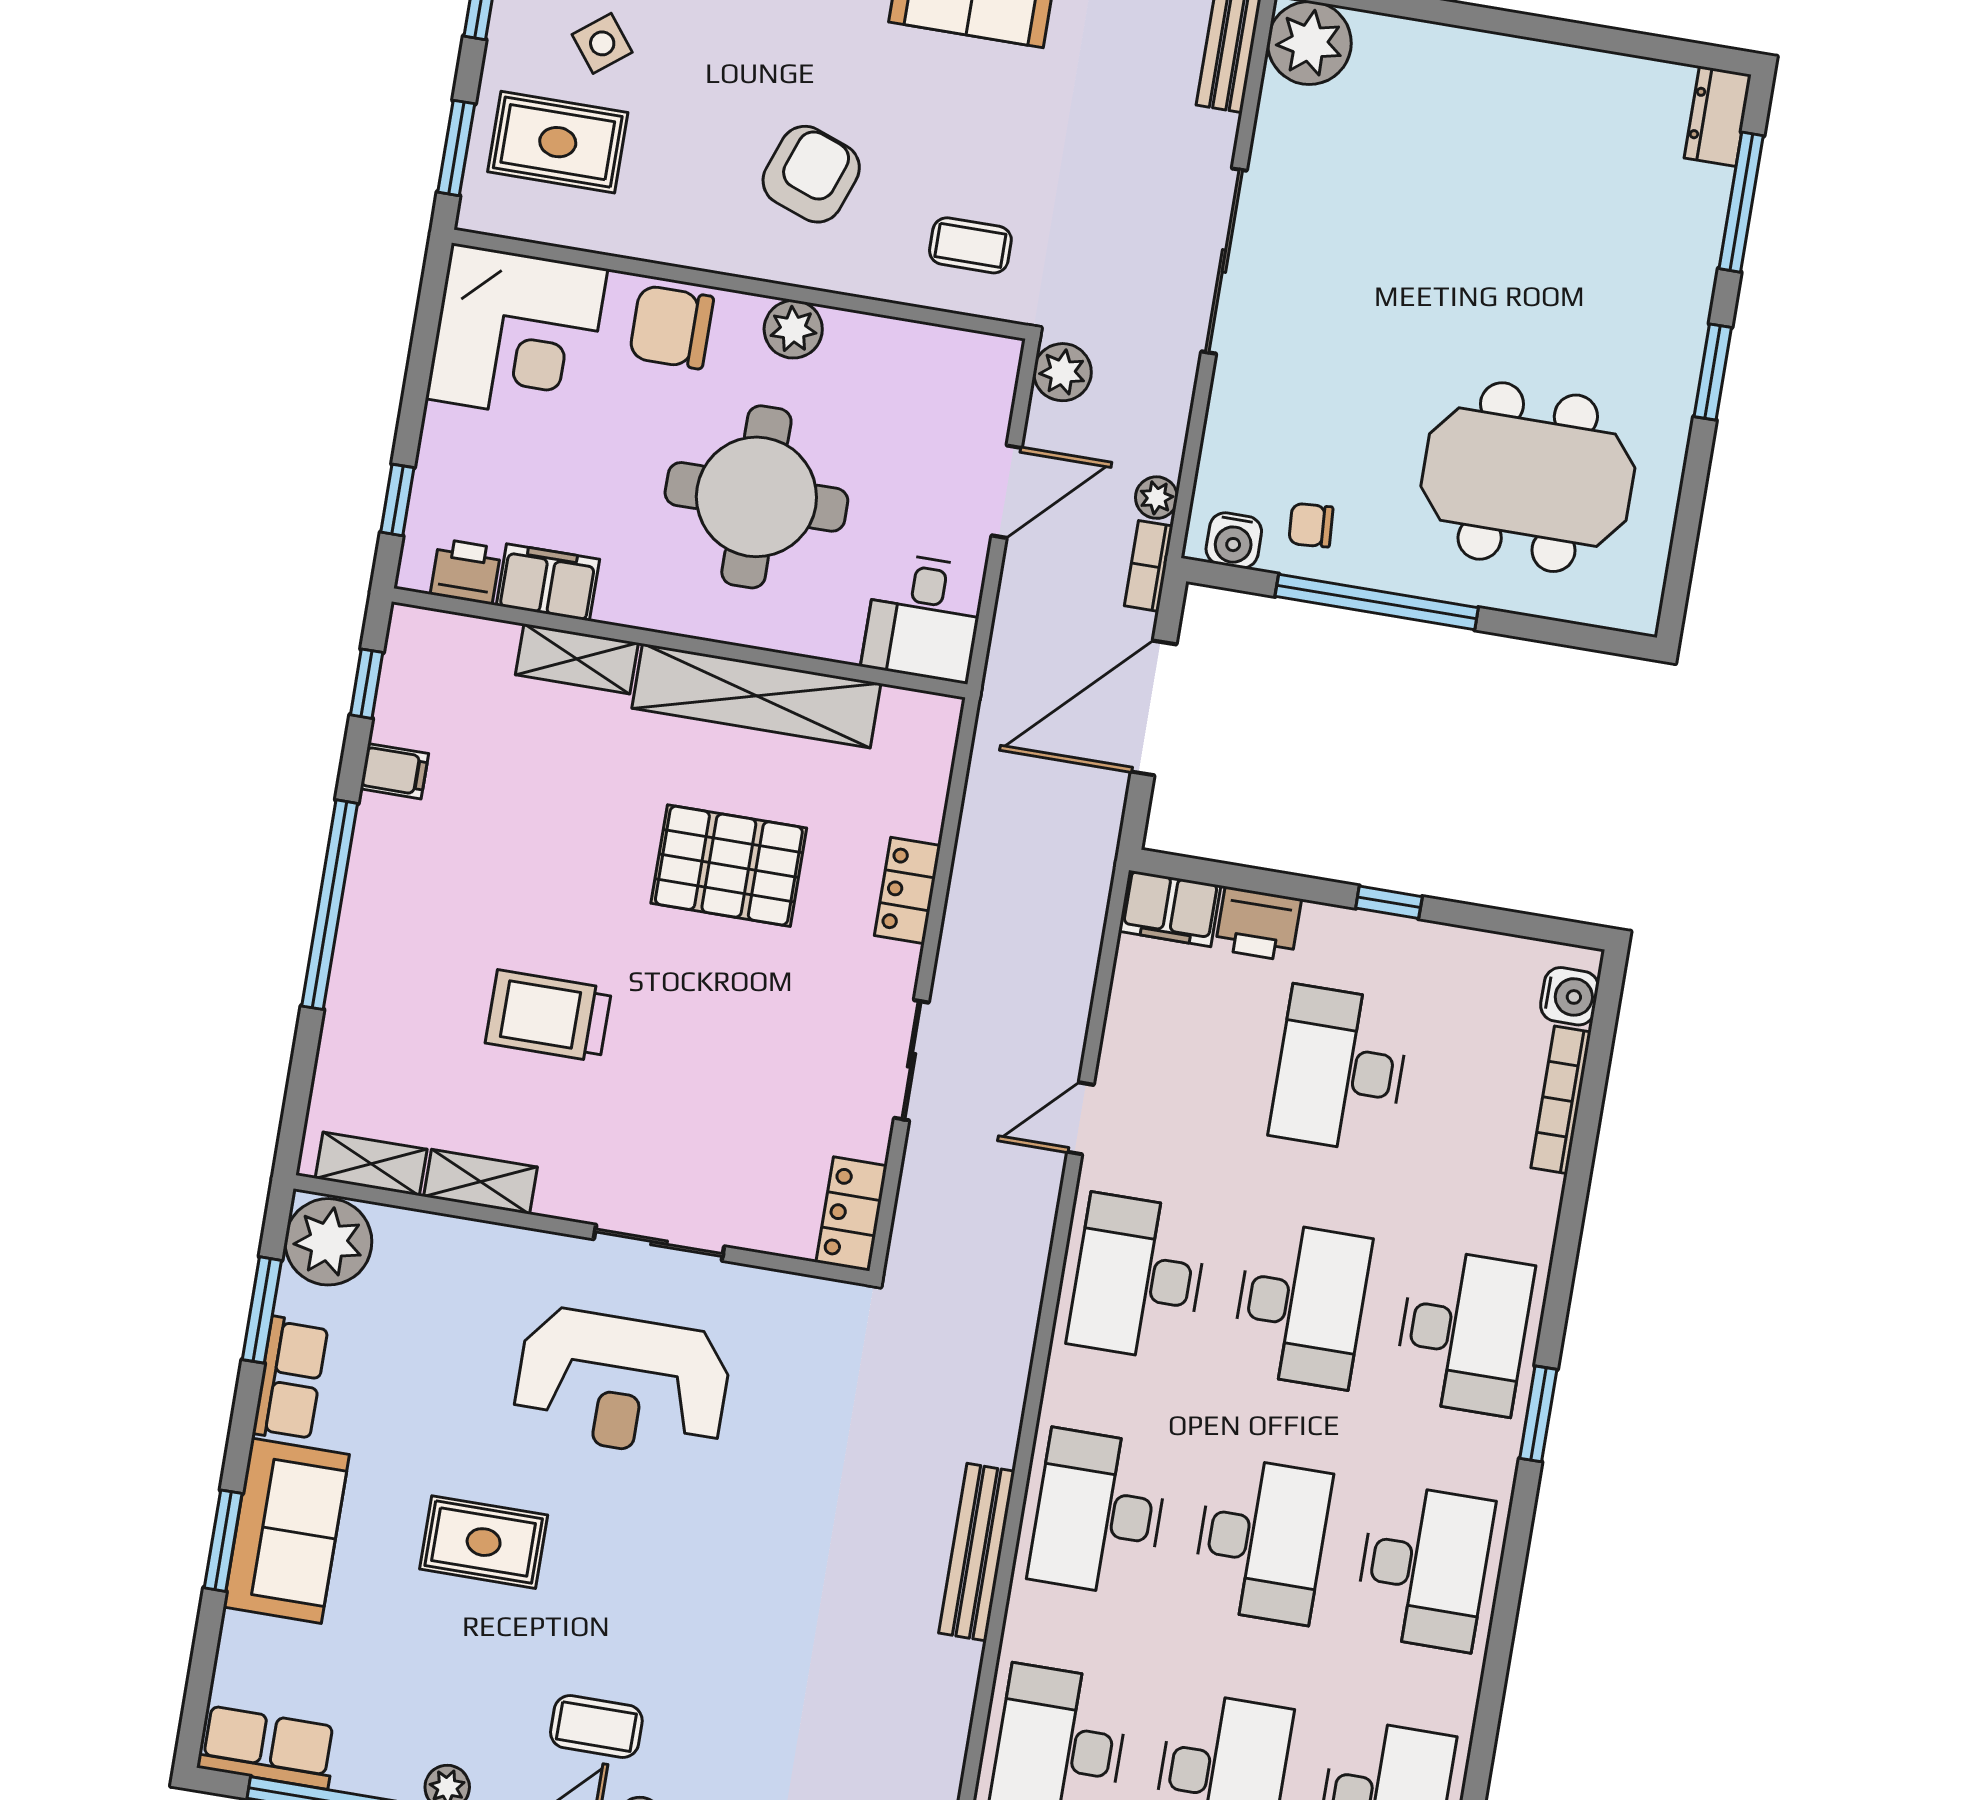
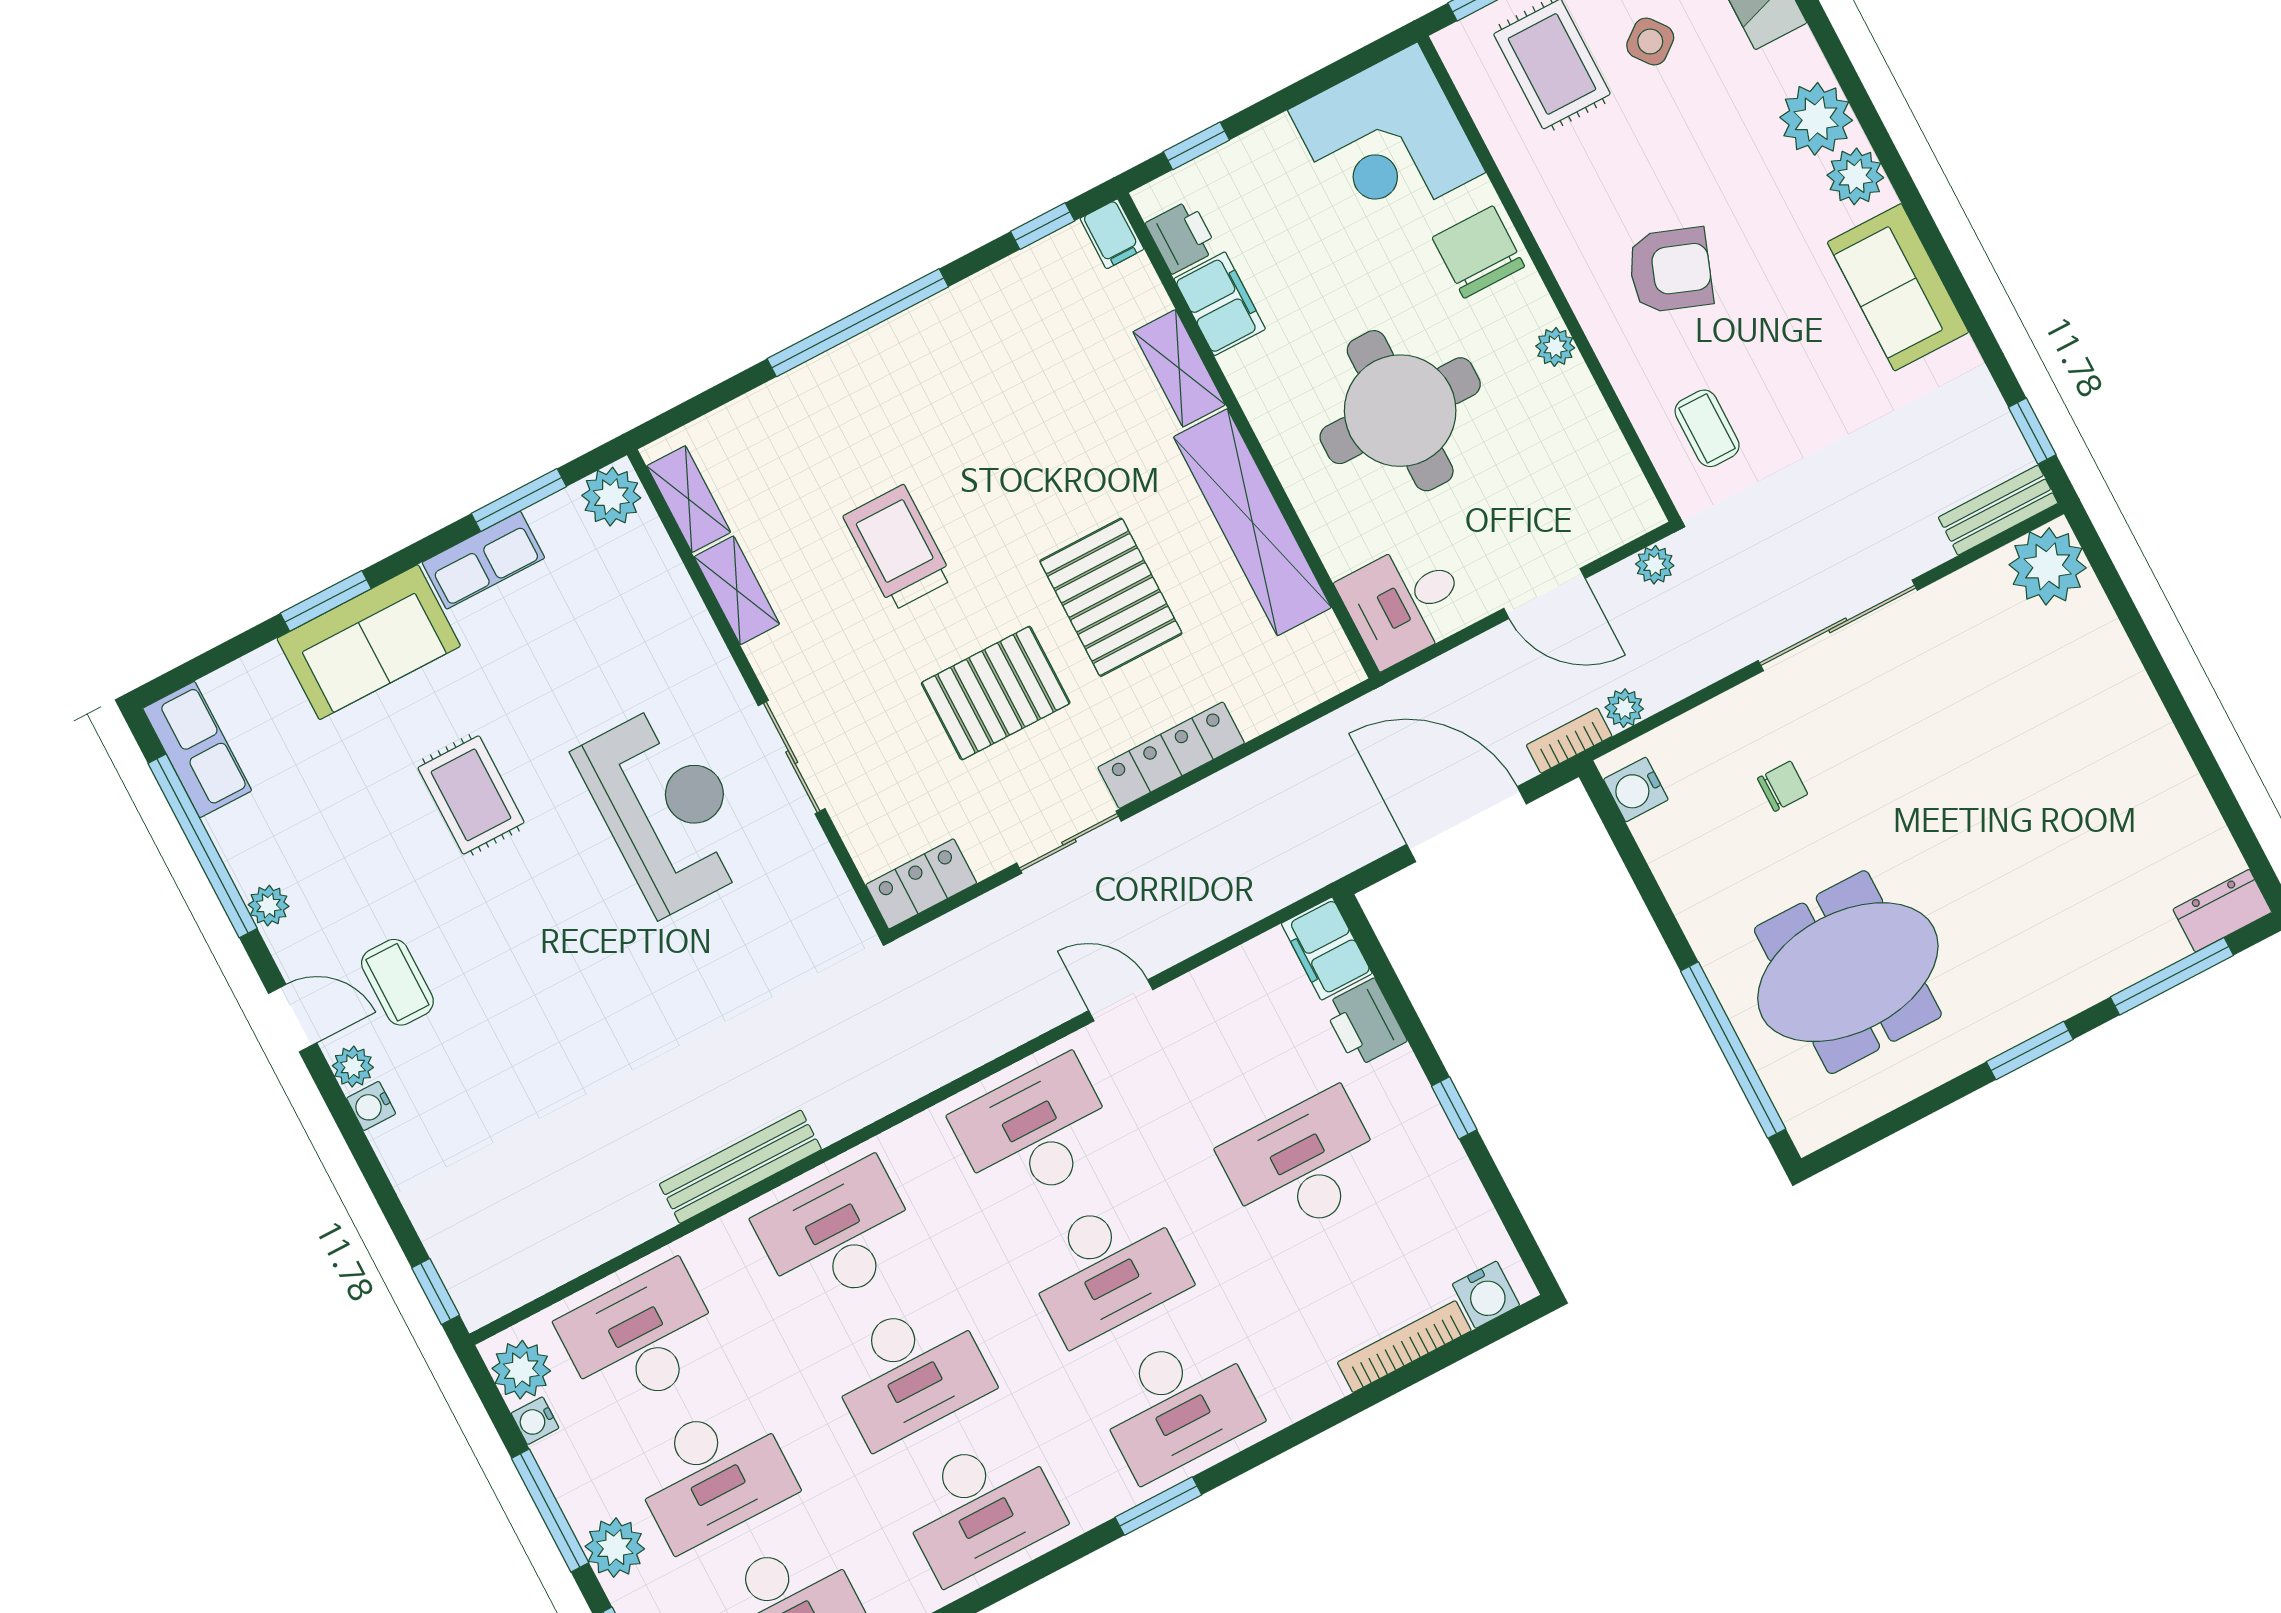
plant: (793, 329) -> (1555, 347), width x0.73, depth x0.73
plant: (1062, 372) -> (1655, 565), width x0.73, depth x0.73
meeting table: (1528, 477) -> (1848, 972), turned 90
chair: (1311, 525) -> (1783, 786), moved, turned 94
window: (1377, 602) -> (1733, 1050), moved
filing cabinet: (394, 771) -> (1112, 234), moved
locker: (908, 890) -> (1171, 755), width x1.53
pallet: (736, 1027) -> (996, 693), added
plant: (328, 1242) -> (611, 497), width x0.73, depth x0.73
reception desk: (622, 1383) -> (667, 809), turned 180

